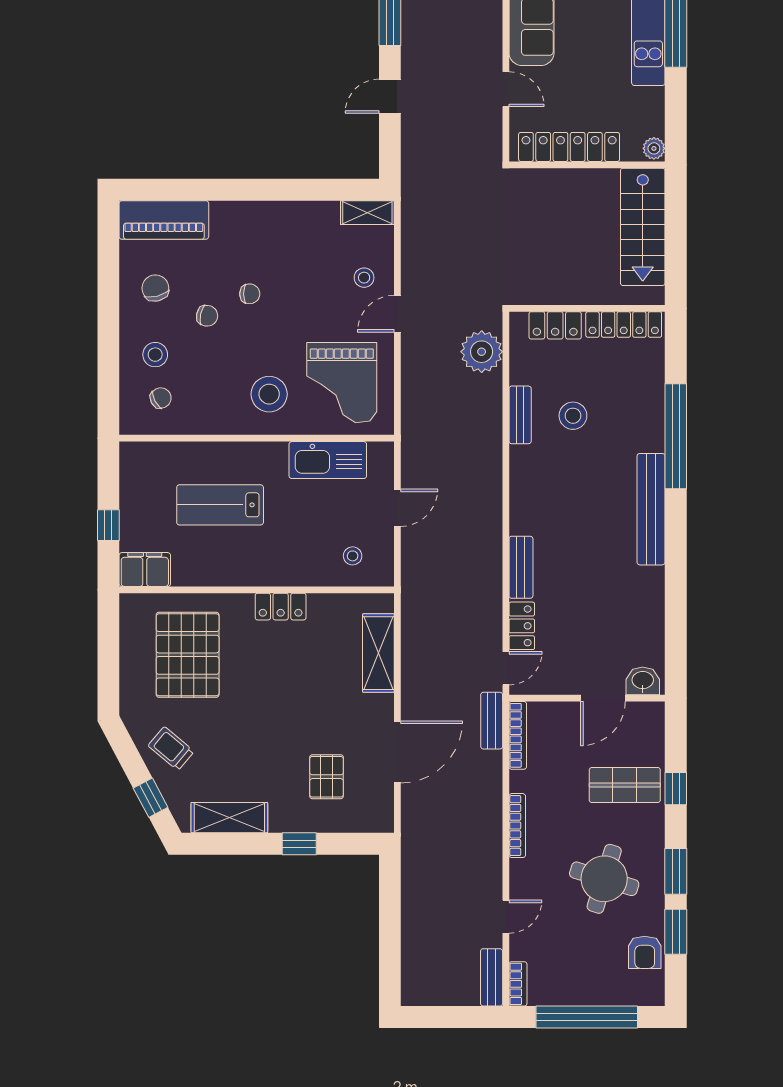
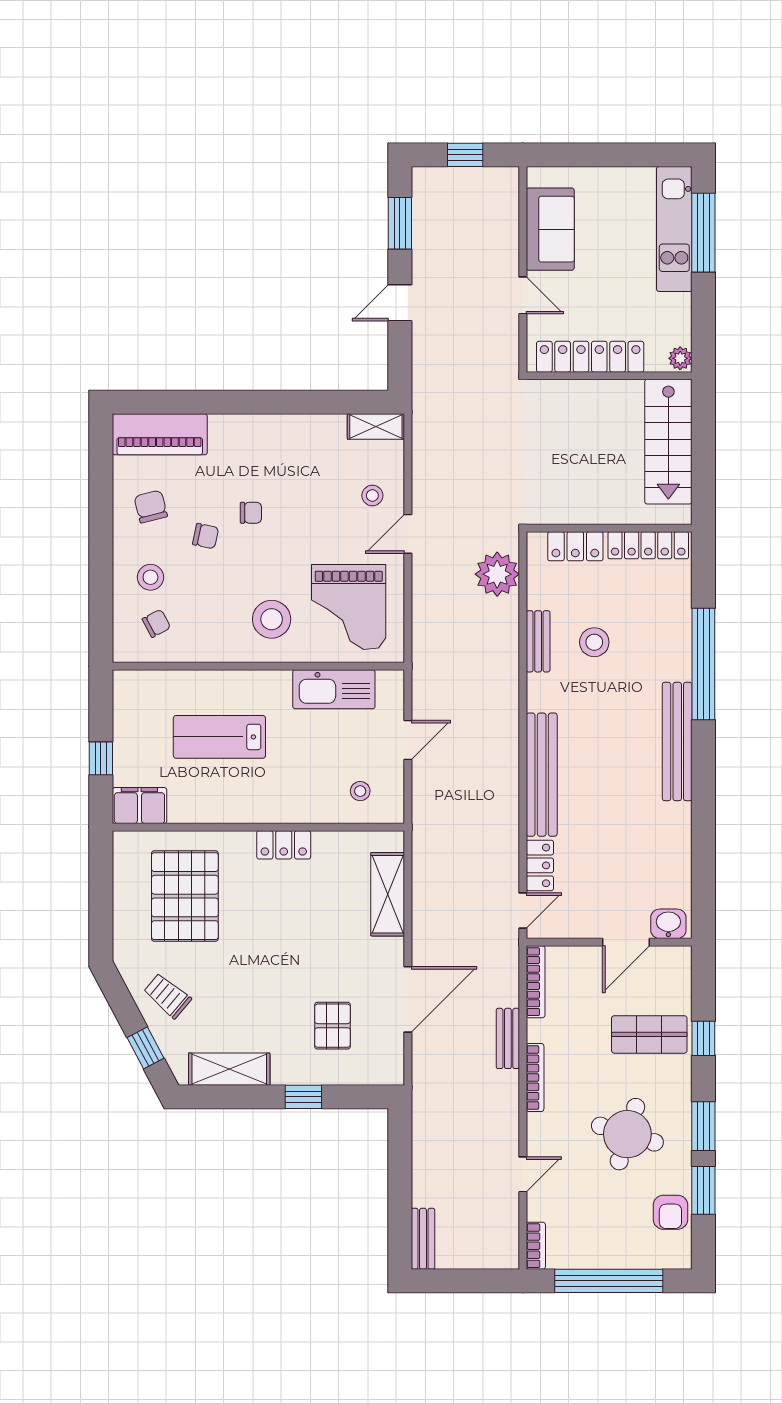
bench: (521, 567) -> (542, 775), width x1.86, depth x1.21
bench: (492, 721) -> (508, 1038), moved
bench: (492, 977) -> (423, 1239), moved

